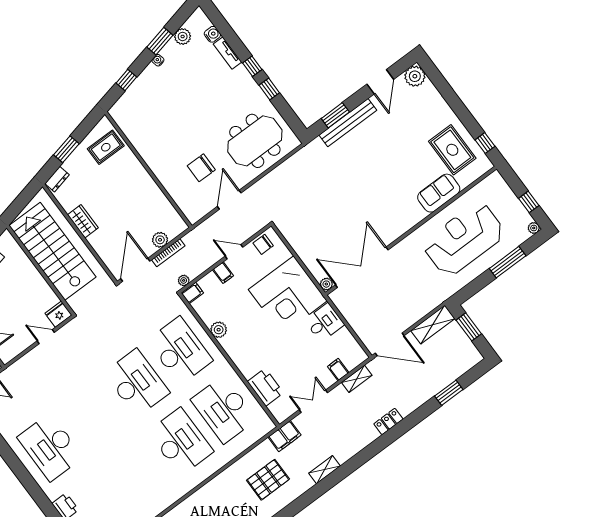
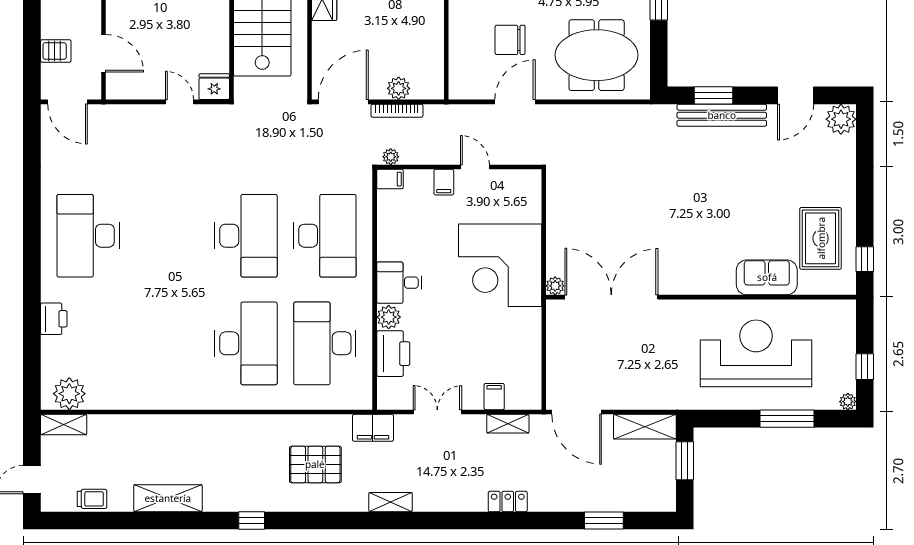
chair: (263, 244) -> (516, 184), removed
desk: (324, 322) -> (399, 283), moved, turned 180
plant: (219, 330) -> (389, 317), moved

